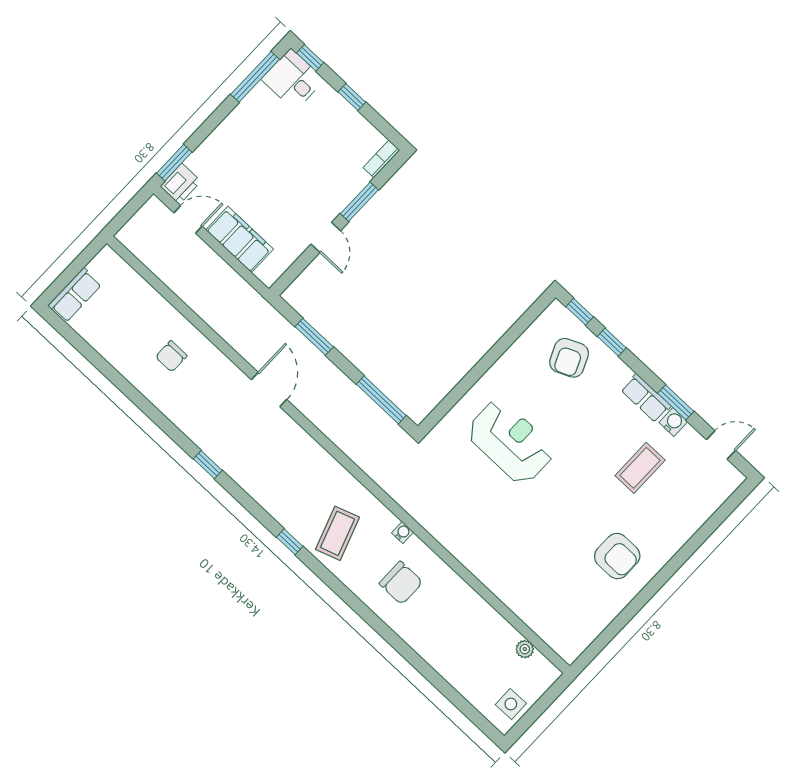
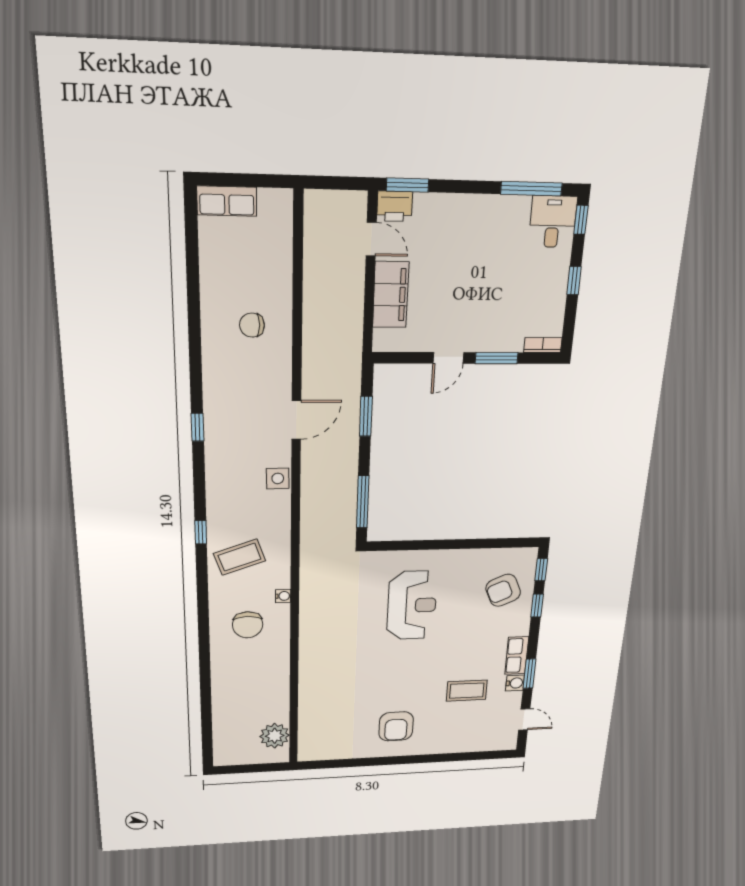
plant: (525, 649) -> (275, 736), width x1.88, depth x1.88
side table: (511, 704) -> (278, 478), moved

